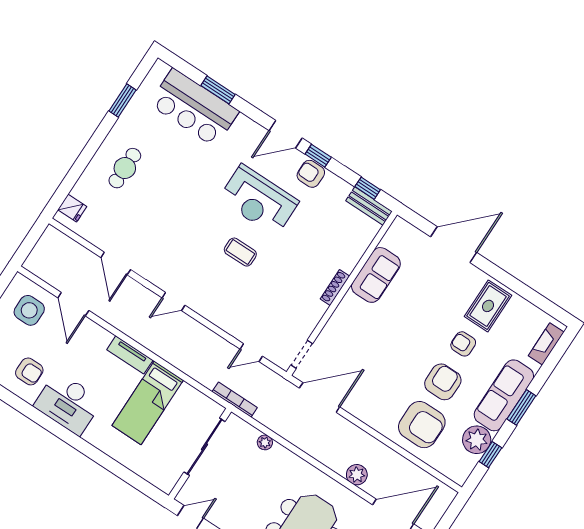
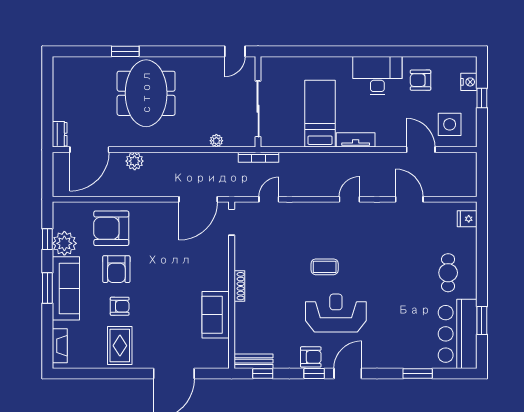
bar counter: (194, 108) -> (458, 334), moved, turned -90

